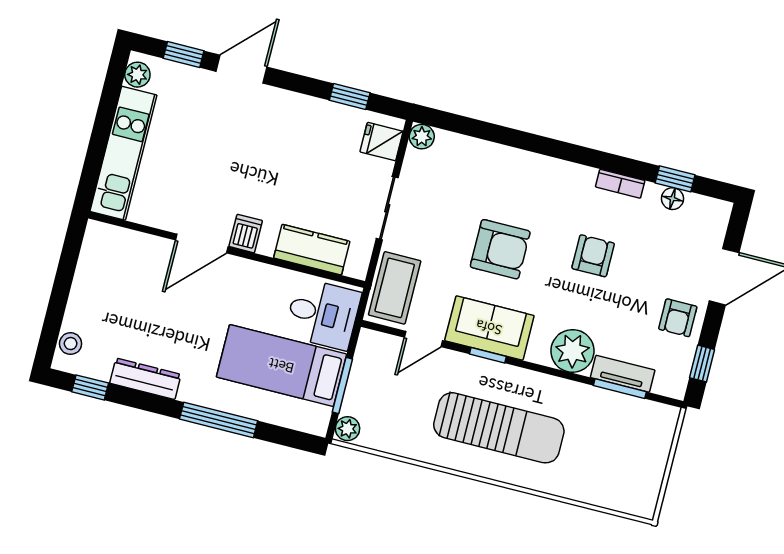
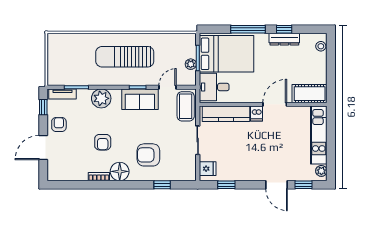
door: (242, 69) -> (277, 185), hinge flipped
plant: (422, 137) -> (191, 175), removed
window: (675, 179) -> (162, 185), moved
floor lamp: (672, 199) -> (120, 171), moved, width x1.89, depth x1.89
cot: (121, 248) -> (310, 94), added
armchair: (500, 249) -> (148, 155), moved
kitchen counter: (312, 250) -> (226, 114), width x1.50
bed: (281, 366) -> (226, 54), width x1.50
tv unit: (623, 374) -> (63, 94), moved
window: (90, 387) -> (284, 29), moved
plant: (348, 429) -> (191, 64), moved

